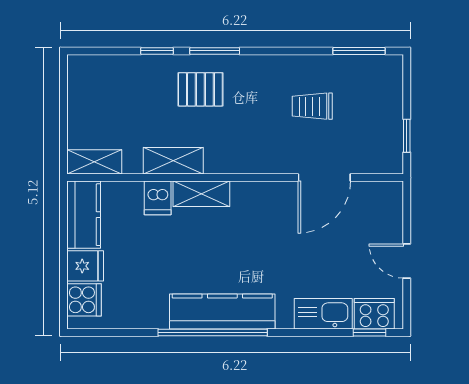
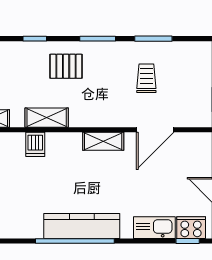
window: (215, 51) -> (98, 39), moved
window: (359, 51) -> (153, 39), moved
trolley: (312, 106) -> (146, 78), turned 90
shelving: (201, 194) -> (103, 141), moved

